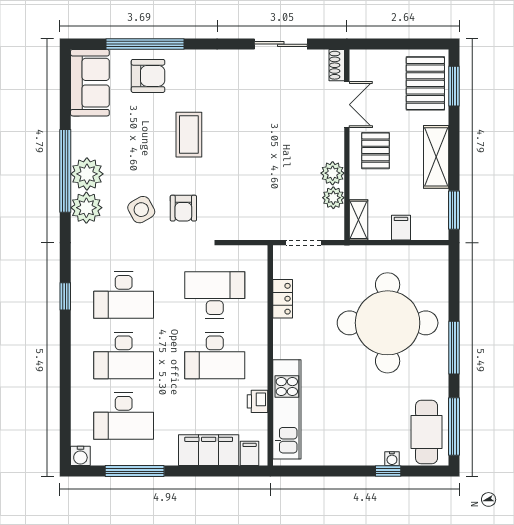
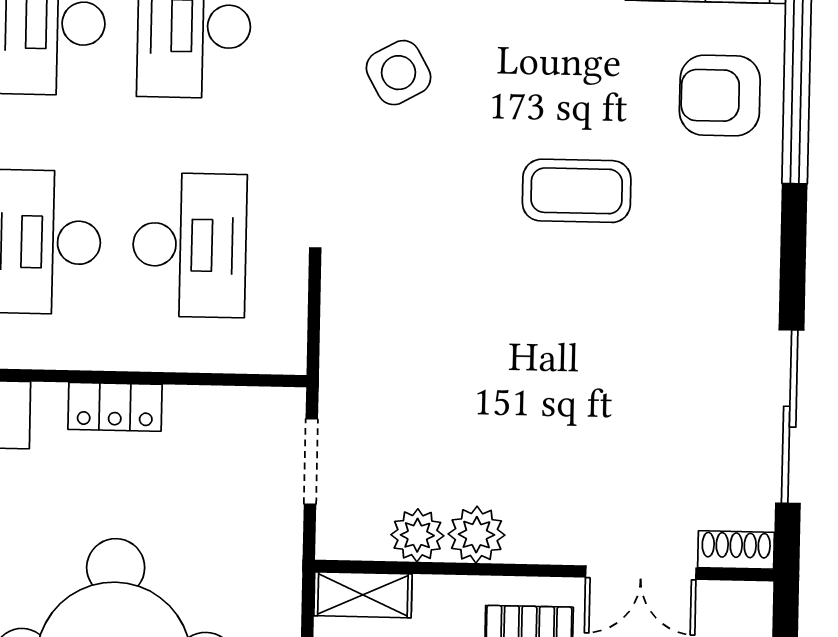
sliding door: (281, 44) -> (790, 417), width x1.37
armchair: (148, 76) -> (720, 96), turned 90
armchair: (183, 208) -> (400, 174), removed
locker: (283, 299) -> (115, 407), moved

